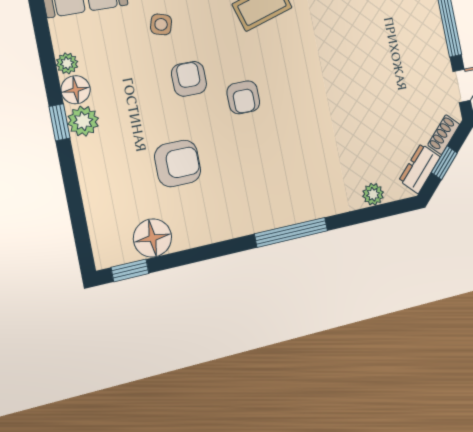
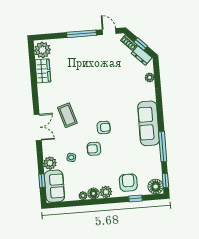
window: (60, 122) -> (136, 198), moved
armchair: (178, 163) -> (128, 183), moved
sofa: (266, 207) -> (149, 123), added
window: (291, 232) -> (163, 147), moved
floor lamp: (153, 238) -> (156, 187), moved

